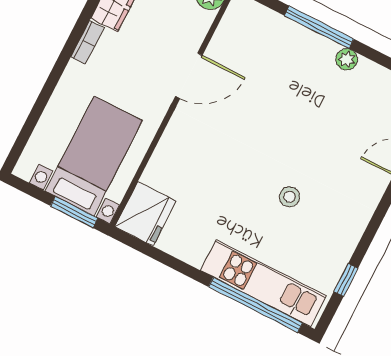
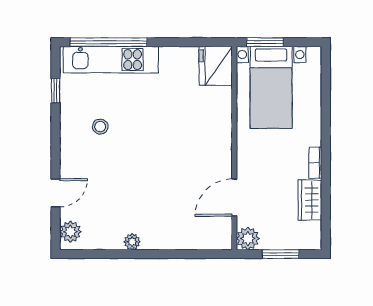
window: (319, 27) -> (162, 254), removed
door: (189, 76) -> (234, 198), moved
stool: (290, 197) -> (100, 127), moved

